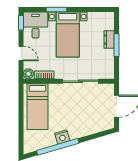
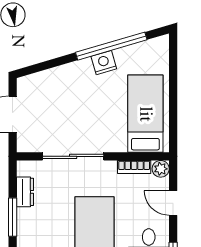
dresser: (109, 40) -> (25, 192), moved

